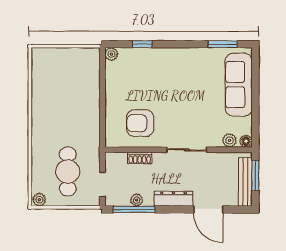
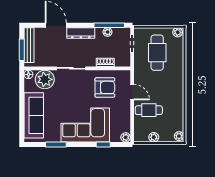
window: (223, 44) -> (56, 144), moved
plant: (73, 54) -> (154, 137), added
plant: (38, 56) -> (179, 136), added
corner sofa: (167, 71) -> (85, 125), added
cafe table: (79, 92) -> (149, 110), added
door: (102, 117) -> (132, 92), added
plant: (230, 140) -> (45, 79), width x1.88, depth x1.88

